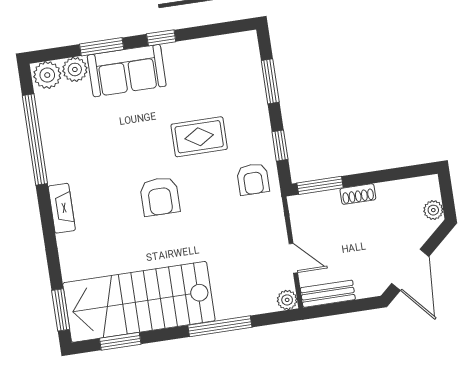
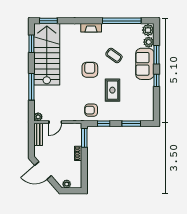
coffee table: (118, 145) -> (114, 55), added
armchair: (160, 196) -> (90, 70), turned 90

